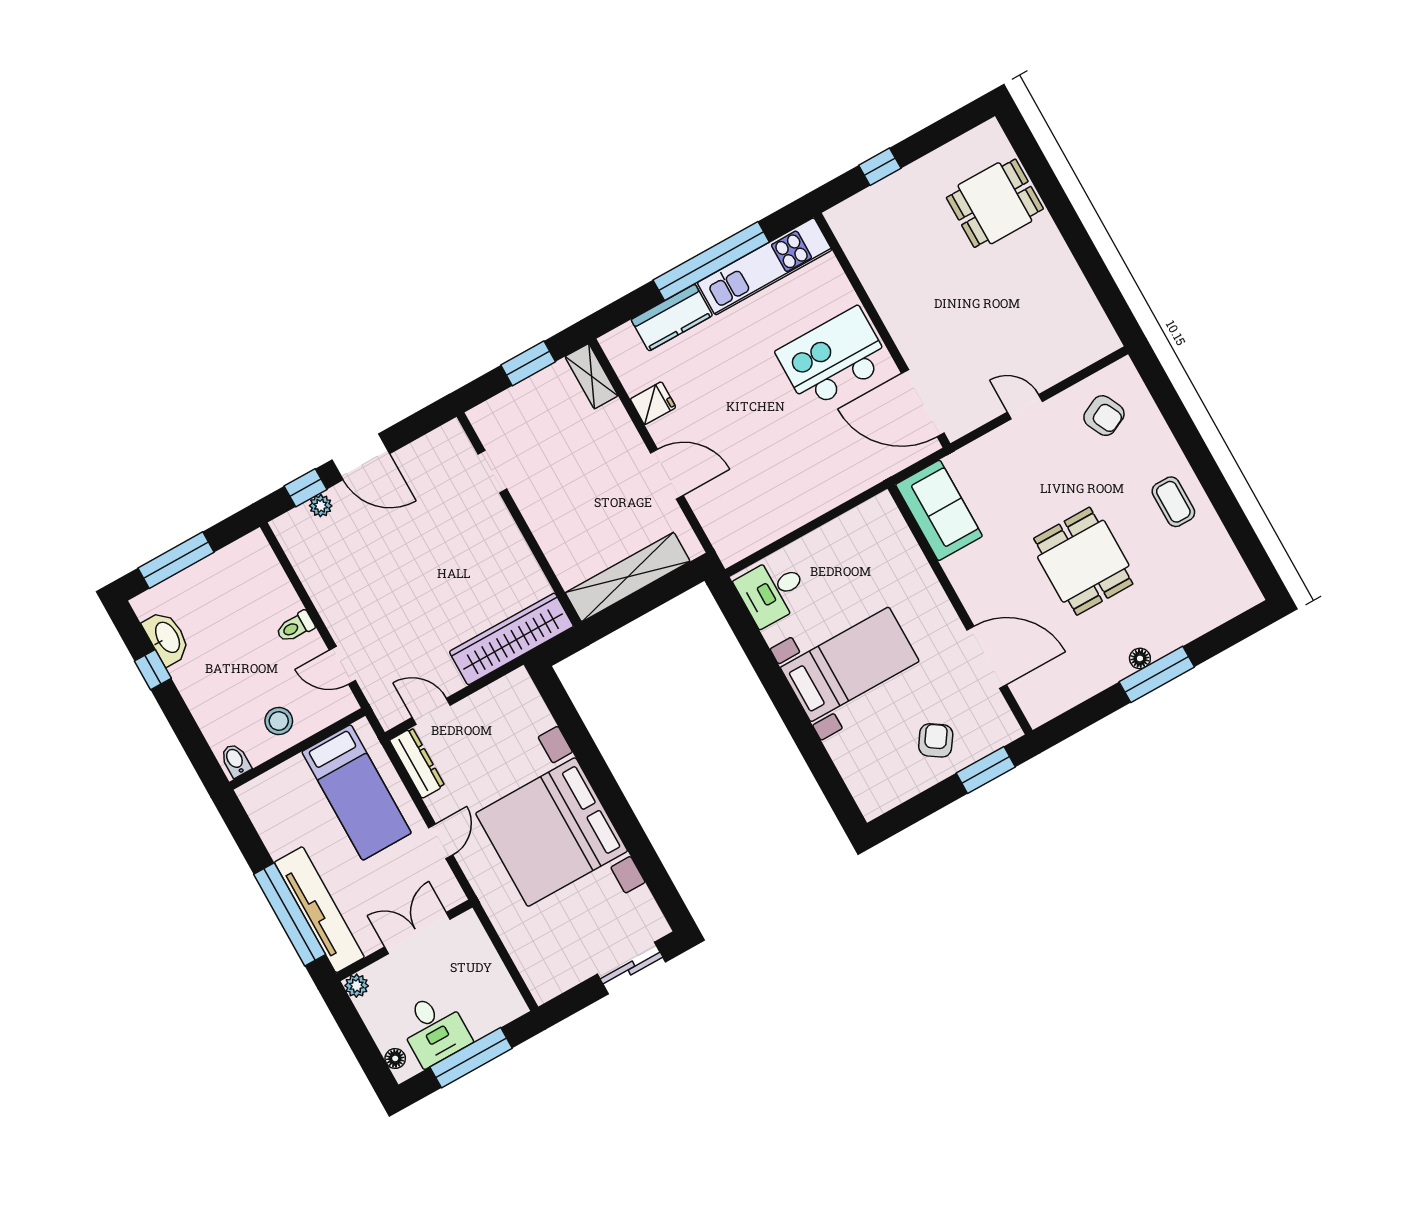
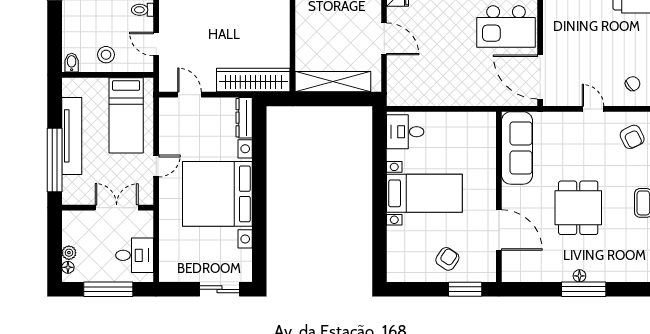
chair: (1062, 338) -> (633, 84), added
kitchen island: (833, 358) -> (506, 26), turned 180
sofa: (939, 510) -> (517, 148), width x1.36
dresser: (417, 763) -> (244, 118), moved, turned 180
tv unit: (319, 910) -> (72, 136), moved
plant: (357, 986) -> (69, 253), moved
desk: (434, 1029) -> (135, 255), moved, turned -90

